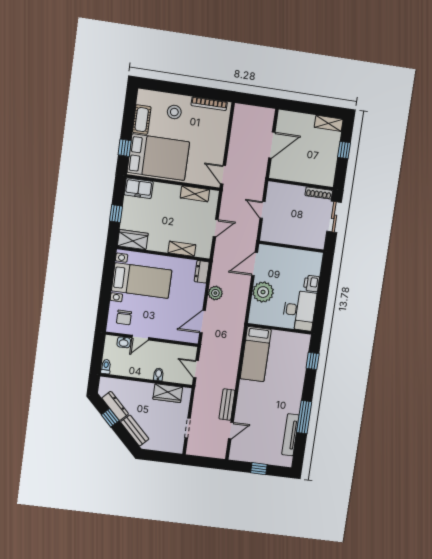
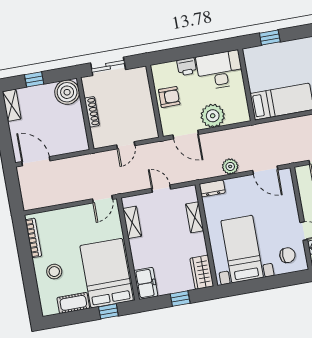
door: (272, 145) -> (36, 161), moved
boiler: (324, 175) -> (67, 92), added
shoe rack: (319, 193) -> (92, 112), moved
armchair: (291, 260) -> (169, 97), added

